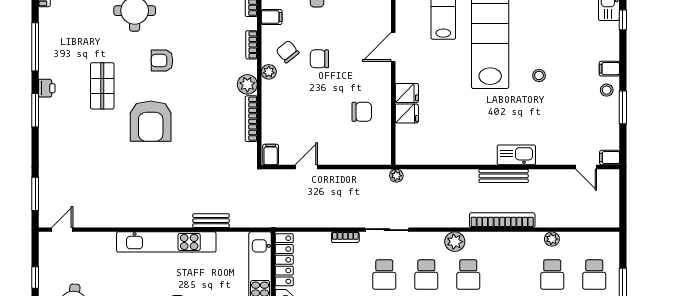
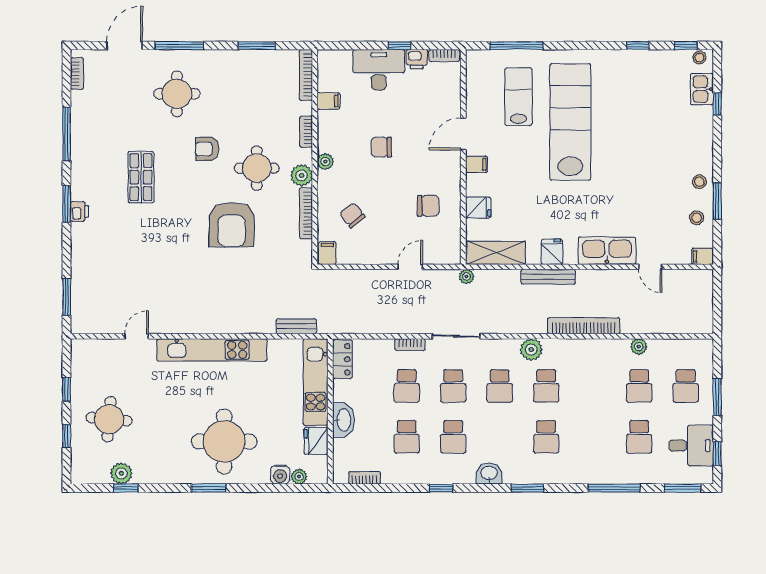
chair: (288, 52) -> (352, 215), moved
filing cabinet: (609, 69) -> (477, 164), moved, turned 180
stool: (539, 75) -> (697, 218), moved
round table: (207, 78) -> (257, 168), added
printer: (47, 88) -> (79, 212), moved
fridge: (407, 93) -> (552, 252), moved, turned -90
armchair: (151, 121) -> (232, 225), moved
shelving: (423, 154) -> (496, 253), added
kitchen sink: (516, 155) -> (607, 251), width x1.36, depth x1.24
door: (306, 167) -> (410, 267), moved
door: (586, 167) -> (650, 267), moved
bench: (504, 176) -> (548, 277), moved
bench: (211, 221) -> (296, 326), moved
door: (62, 230) -> (137, 336), moved
locker: (284, 260) -> (342, 359), width x0.66
school desk: (342, 275) -> (407, 386), added

